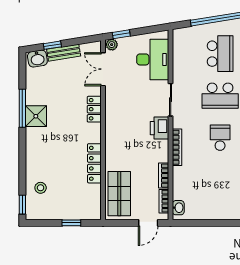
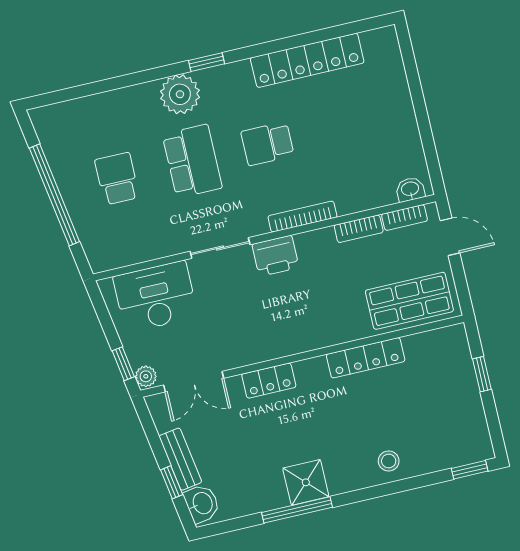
school desk: (220, 54) -> (117, 179), width x0.54
stool: (41, 188) -> (389, 461), moved

